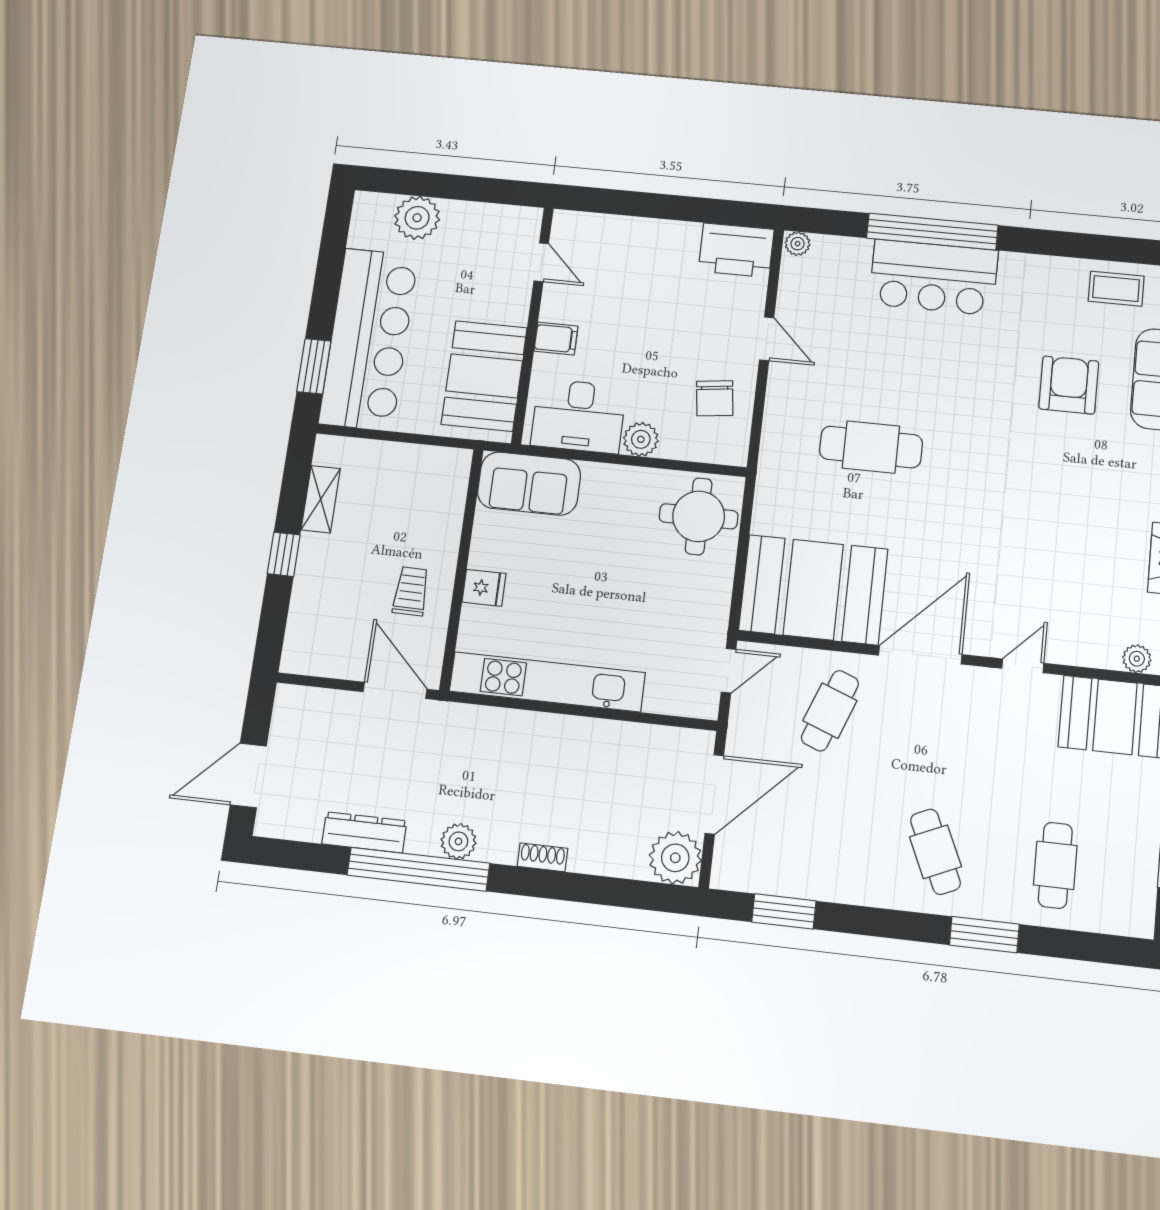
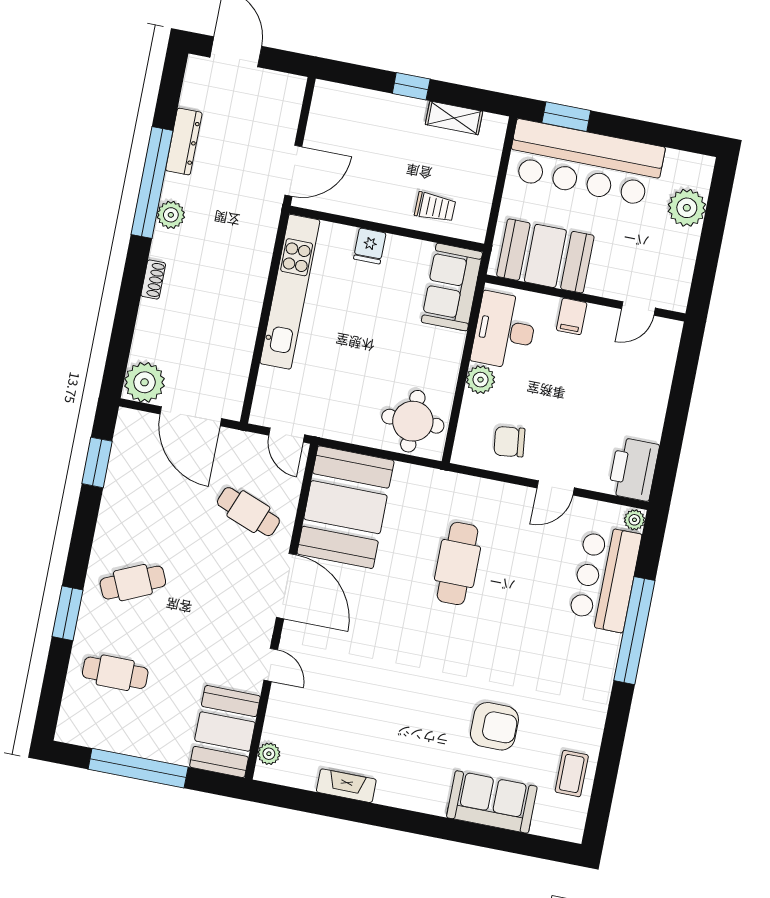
bar counter: (934, 277) -> (605, 578), moved
trolley: (411, 591) -> (435, 207), moved

